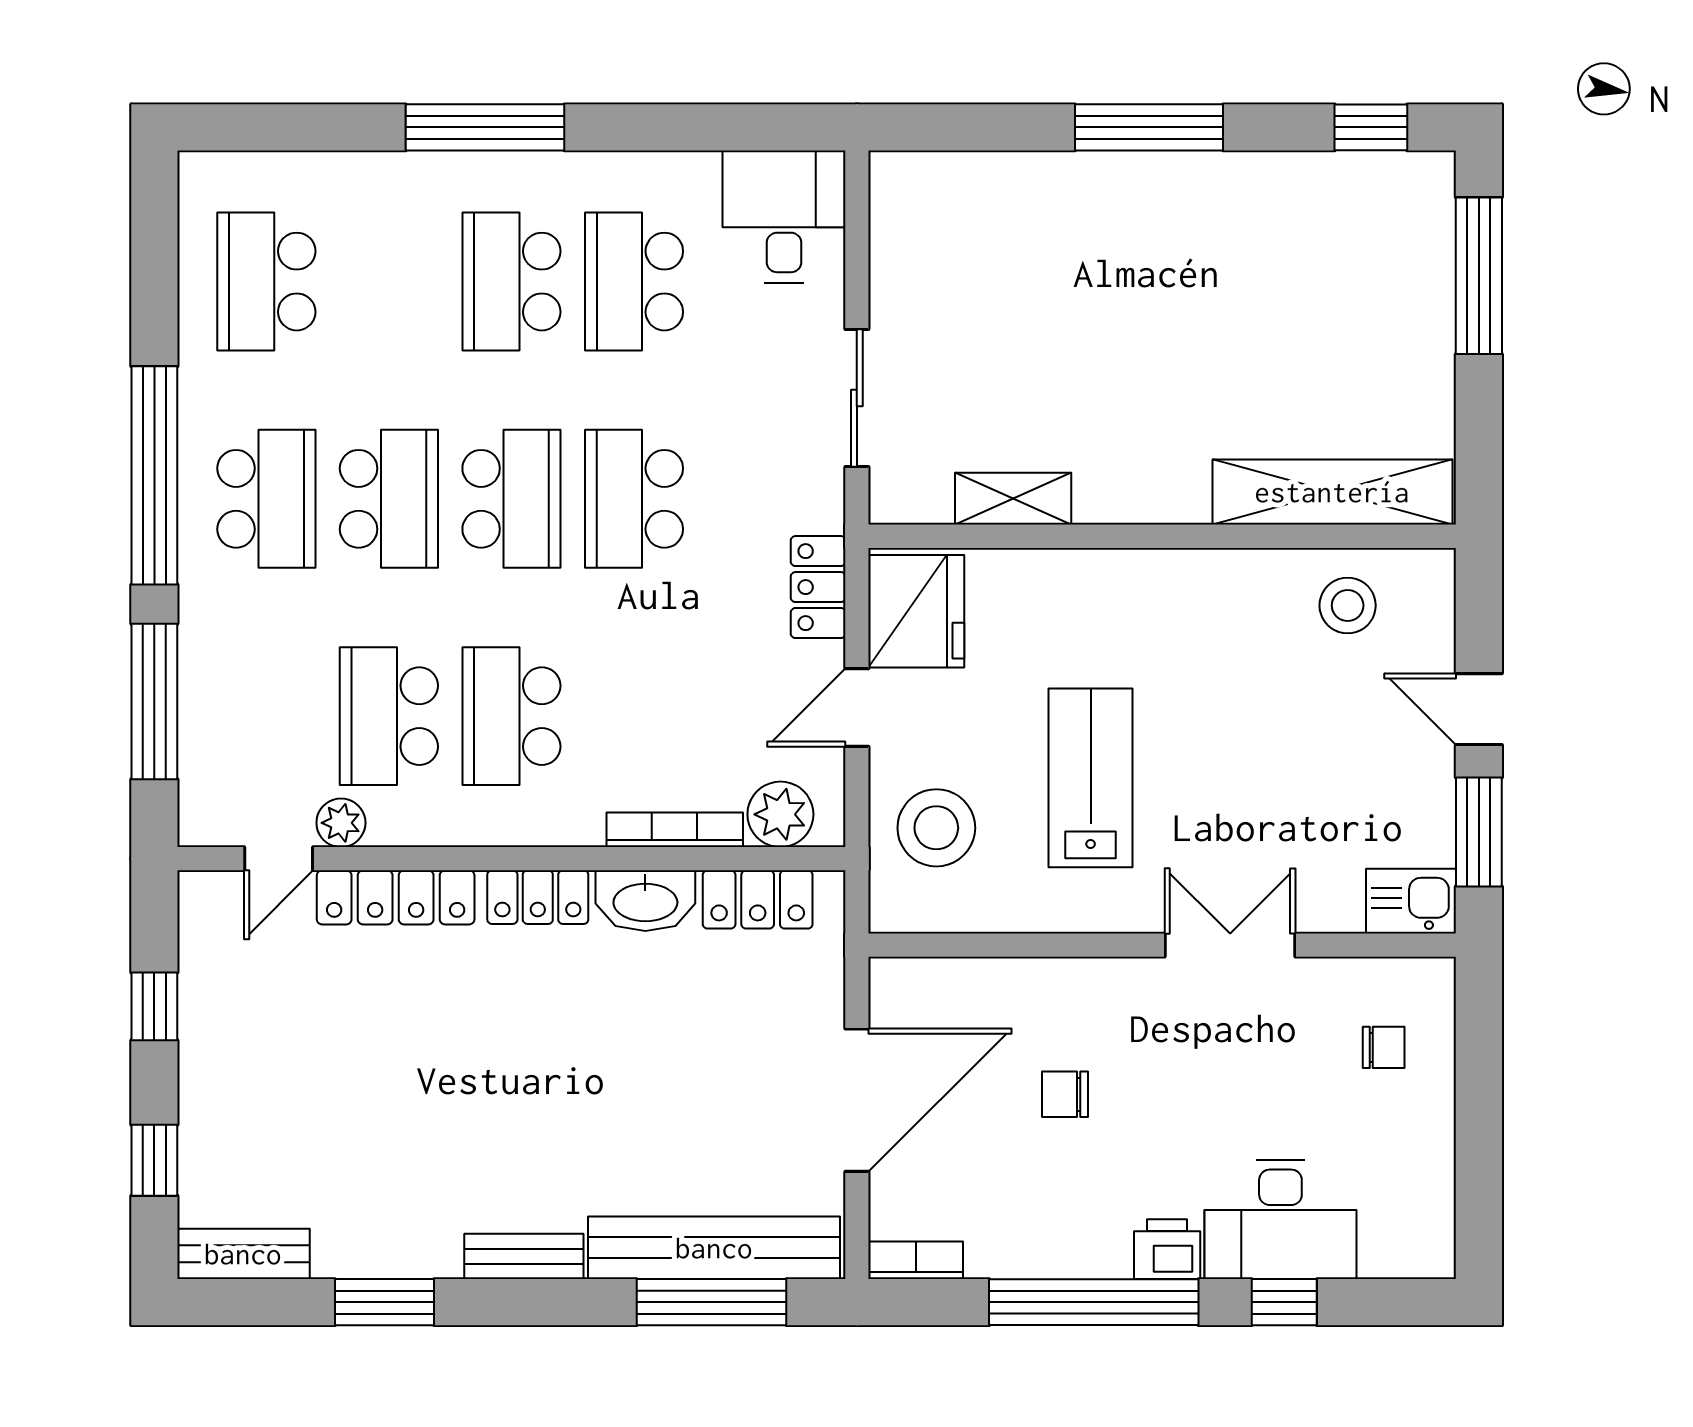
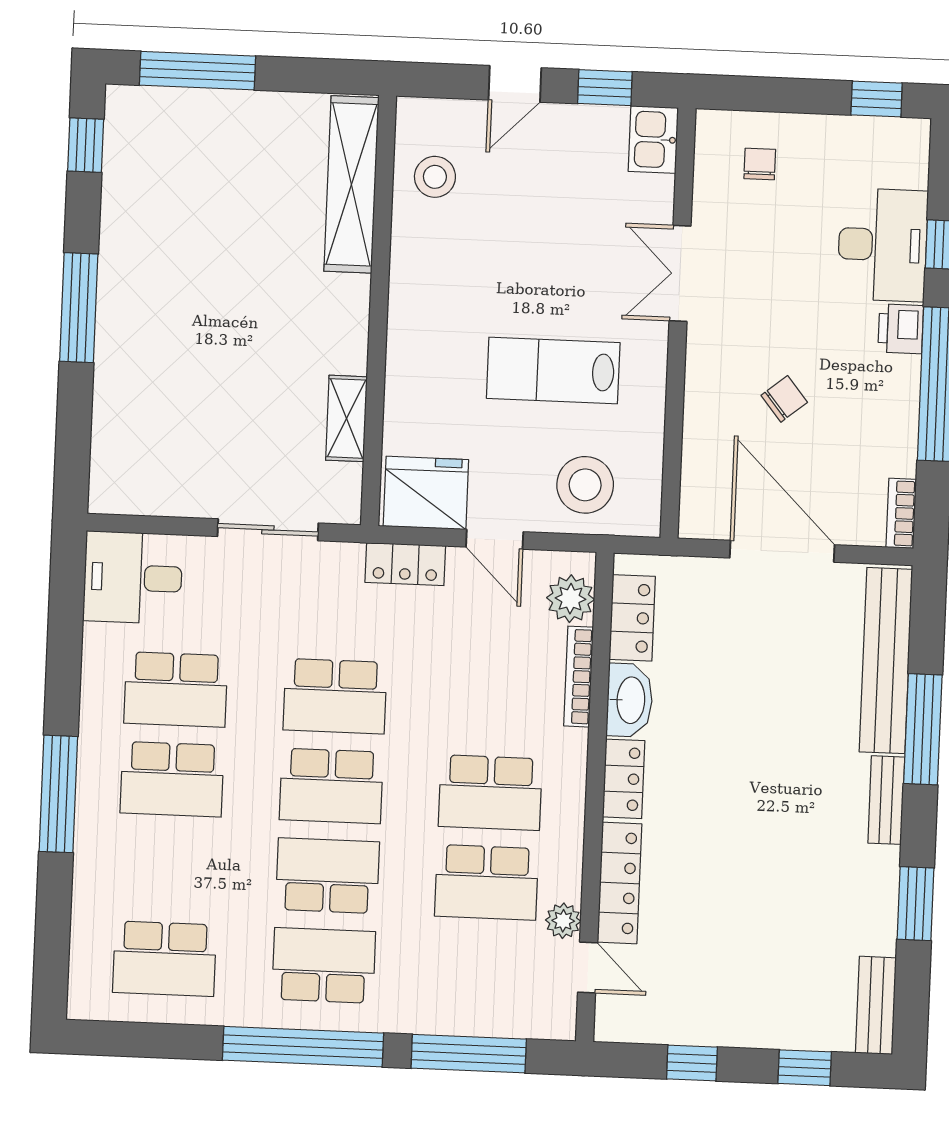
school desk: (511, 499) -> (331, 786), turned 180
window: (1479, 832) -> (605, 88), width x0.67
chair: (1065, 1094) -> (784, 399), turned -129
window: (1479, 1203) -> (877, 99), added
window: (711, 1302) -> (923, 729), moved

